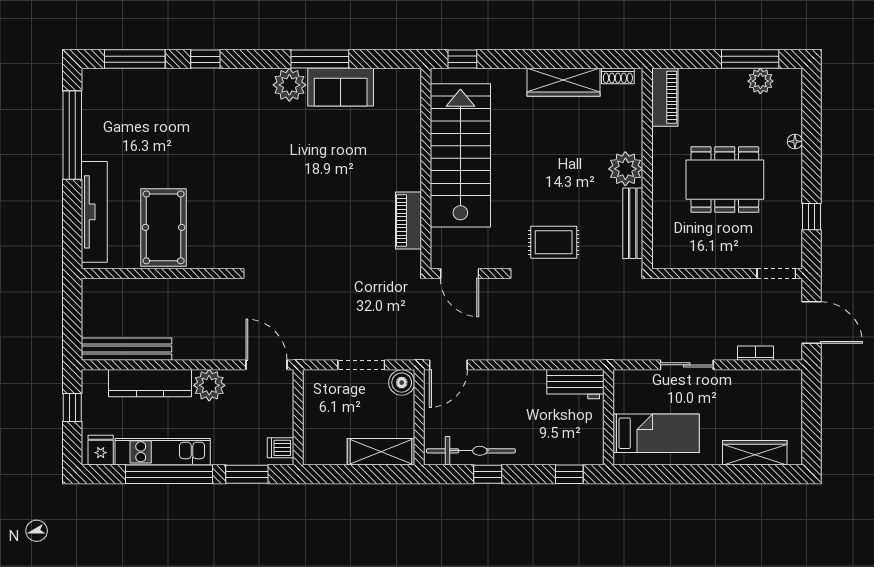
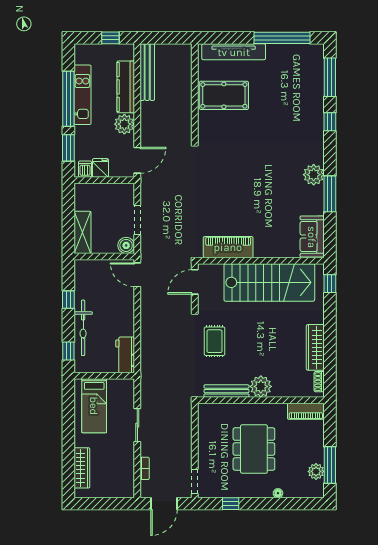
sofa: (341, 87) -> (312, 237), moved
piano: (409, 220) -> (228, 247), width x1.37, depth x1.33
fridge: (101, 450) -> (100, 168), moved, turned -90
bicycle: (471, 451) -> (83, 328), moved

